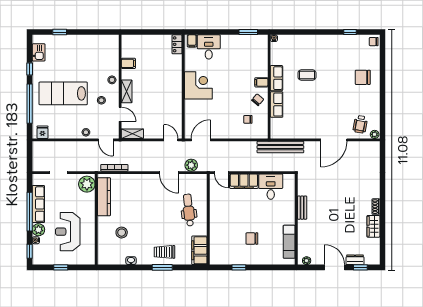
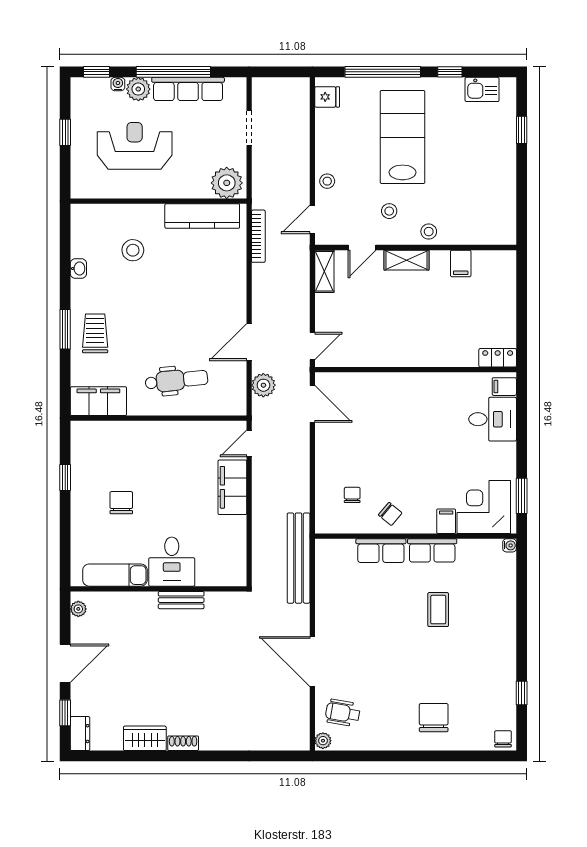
filing cabinet: (261, 82) -> (446, 521), moved
corner desk: (198, 85) -> (484, 507), moved, turned 180
desk: (271, 187) -> (172, 562), moved, turned 90
dresser: (355, 260) -> (80, 734), moved

